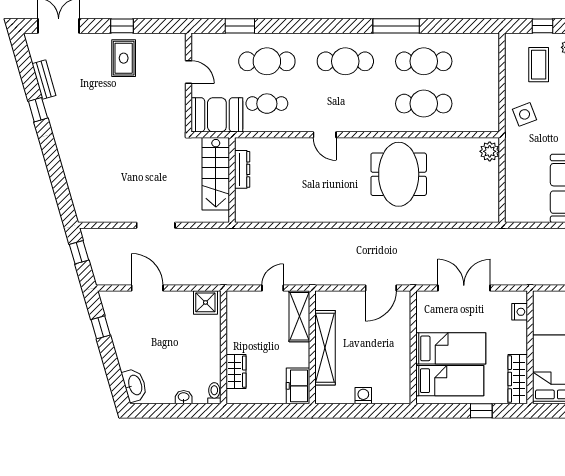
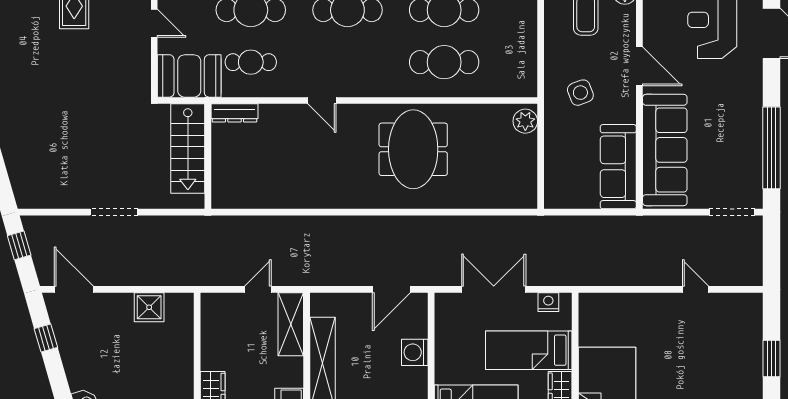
side table: (525, 114) -> (580, 93), moved
dresser: (242, 169) -> (235, 113), moved, turned 90
door: (147, 288) -> (74, 289), moved
shower: (205, 302) -> (149, 307), moved
nightstand: (520, 312) -> (548, 302), moved, turned -90
washing machine: (400, 339) -> (415, 352), added
bed: (451, 348) -> (529, 350), moved, turned 180

